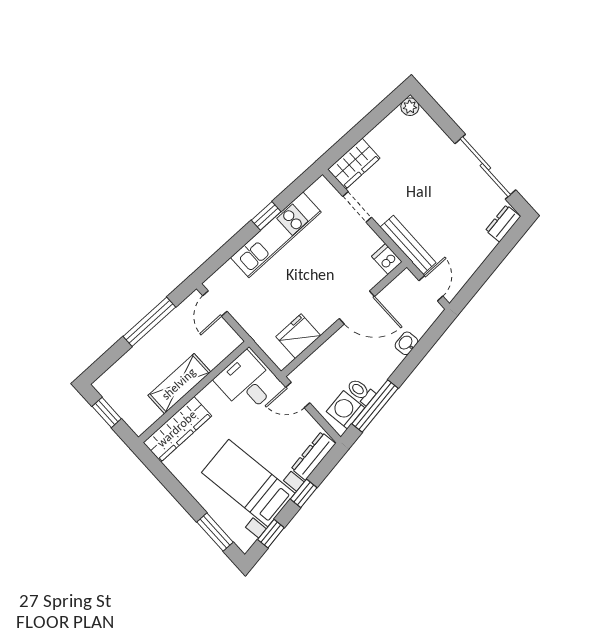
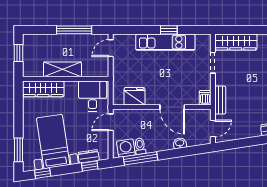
wardrobe: (354, 164) -> (236, 42), width x1.50
bench: (408, 245) -> (220, 100), width x0.73
door: (298, 395) -> (111, 122), hinge flipped
dresser: (313, 456) -> (89, 156), width x0.70
window: (304, 493) -> (90, 166), moved

